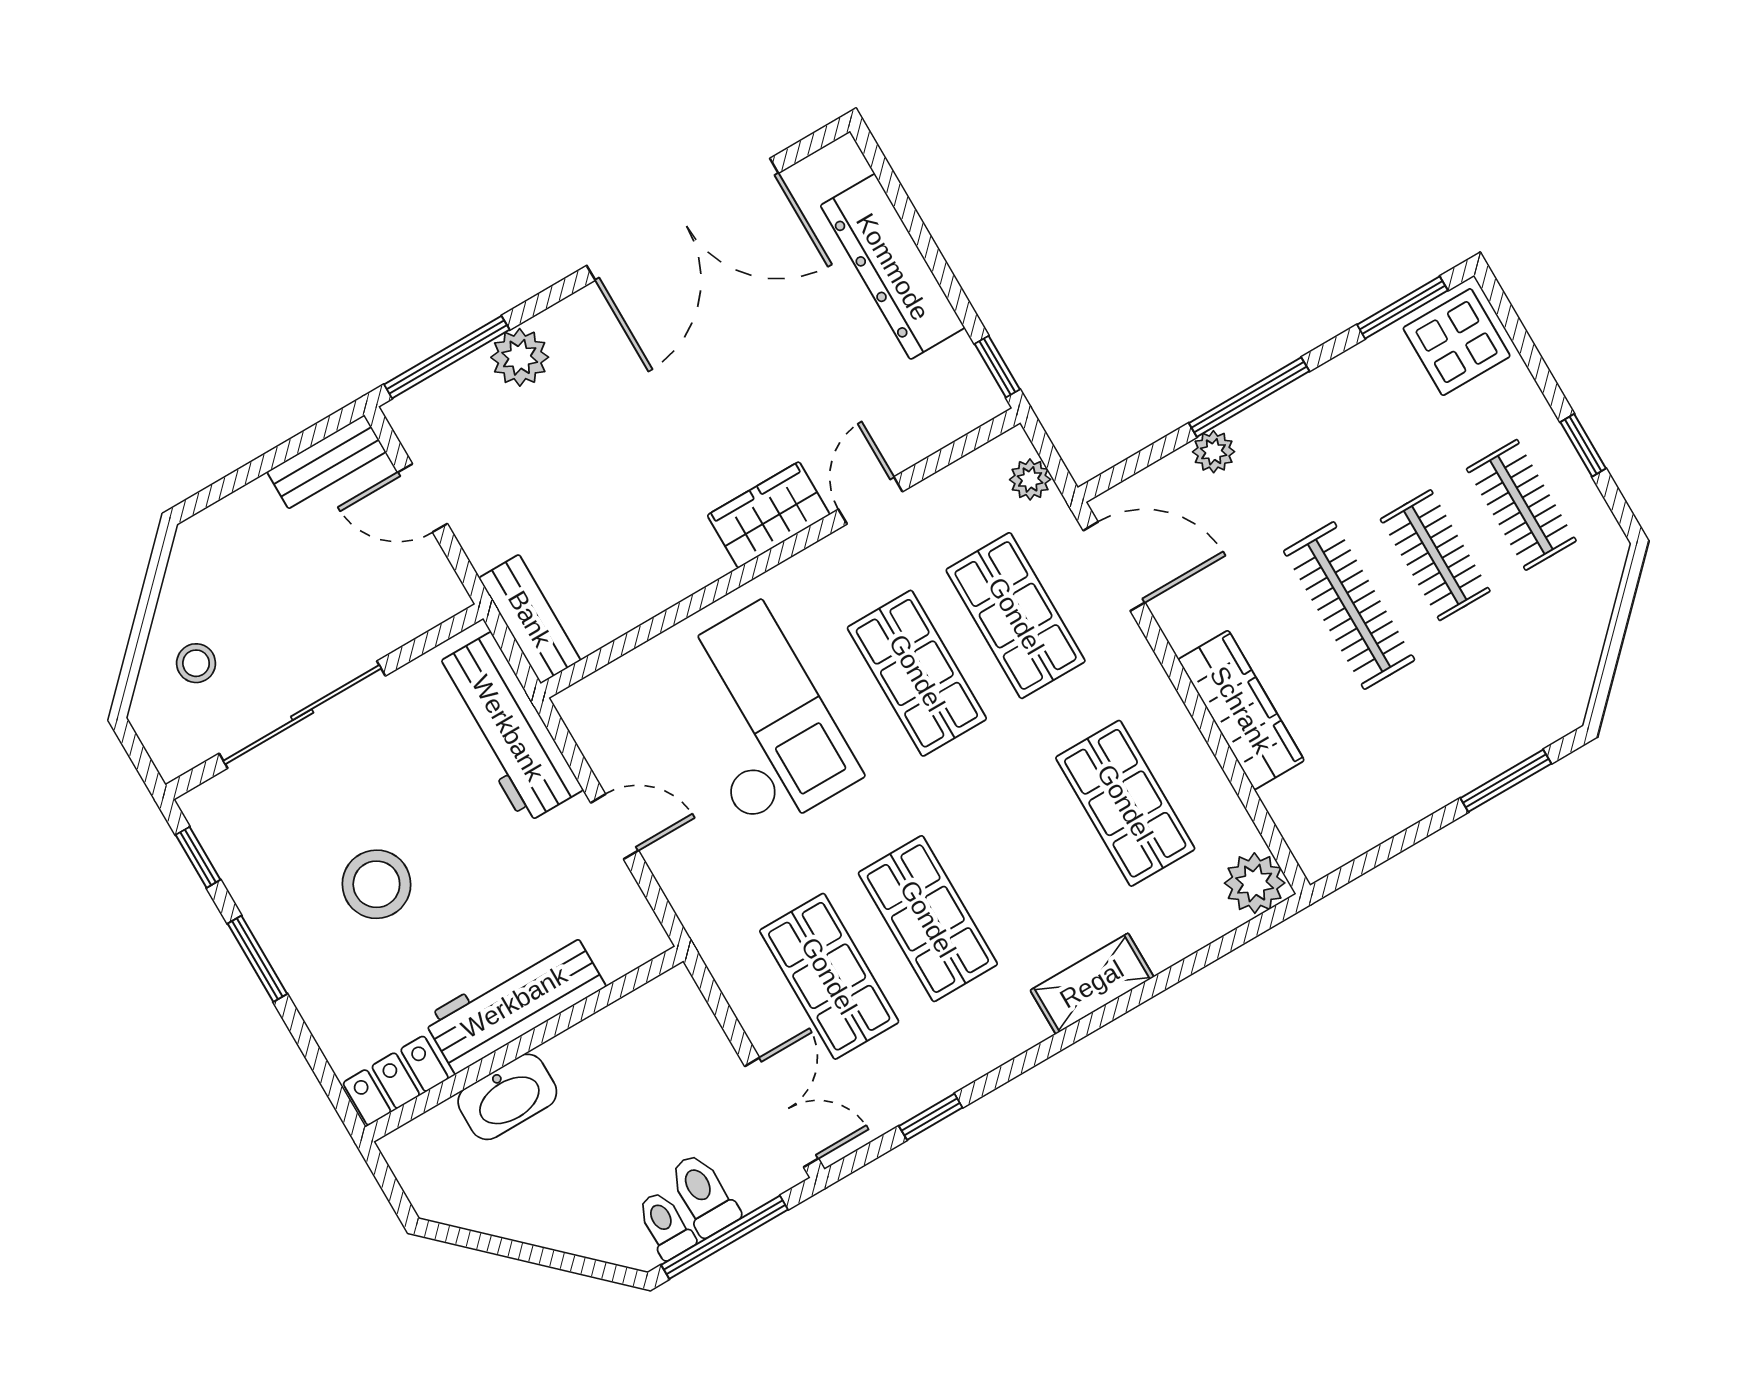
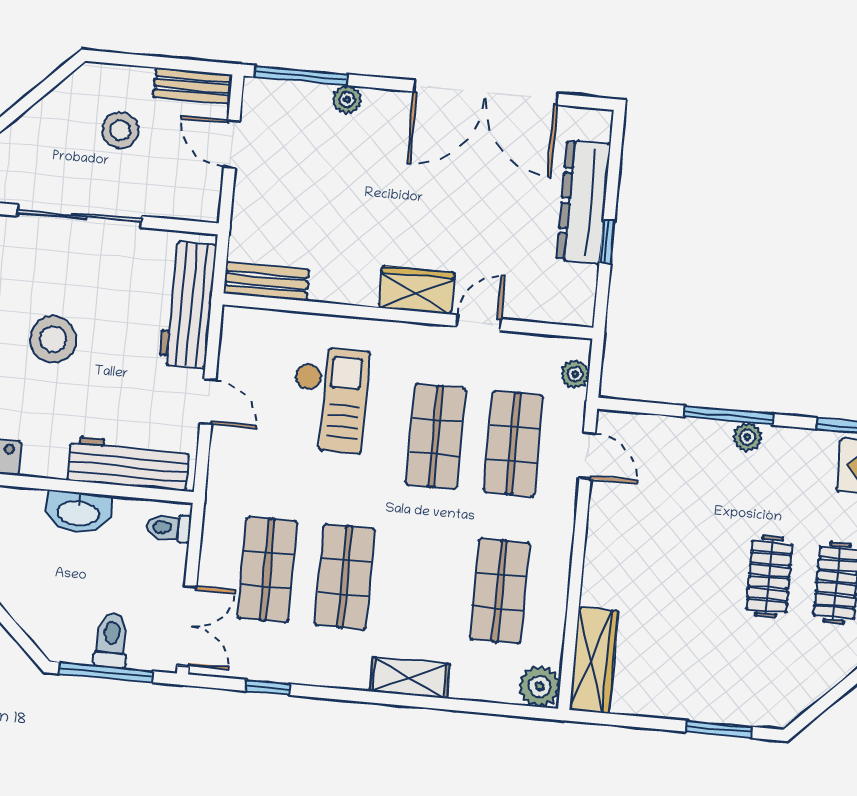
plant: (520, 357) -> (347, 100), width x0.73, depth x0.73
window: (997, 367) -> (607, 242), moved
plant: (1214, 452) -> (747, 437), moved
door: (1114, 566) -> (587, 456), width x0.73
clothes rail: (1349, 606) -> (702, 570), removed
bench: (530, 619) -> (266, 281), moved, turned 90
stool: (196, 663) -> (120, 130), moved, width x1.37, depth x1.37
wardrobe: (1241, 710) -> (594, 660), moved
checkout: (758, 720) -> (330, 399), width x0.73, depth x0.83
workbench: (514, 1002) -> (128, 463), moved
washbasin: (507, 1097) -> (78, 512), moved
toilet: (665, 1225) -> (168, 528), moved, turned -90

